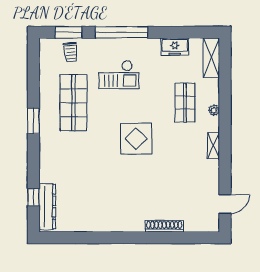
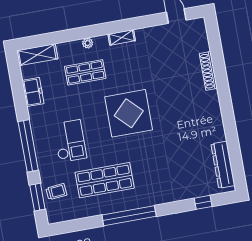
window: (33, 121) -> (129, 216), width x2.11
display table: (136, 139) -> (129, 113), width x1.36, depth x1.36
dresser: (47, 207) -> (223, 165), moved, turned -90

